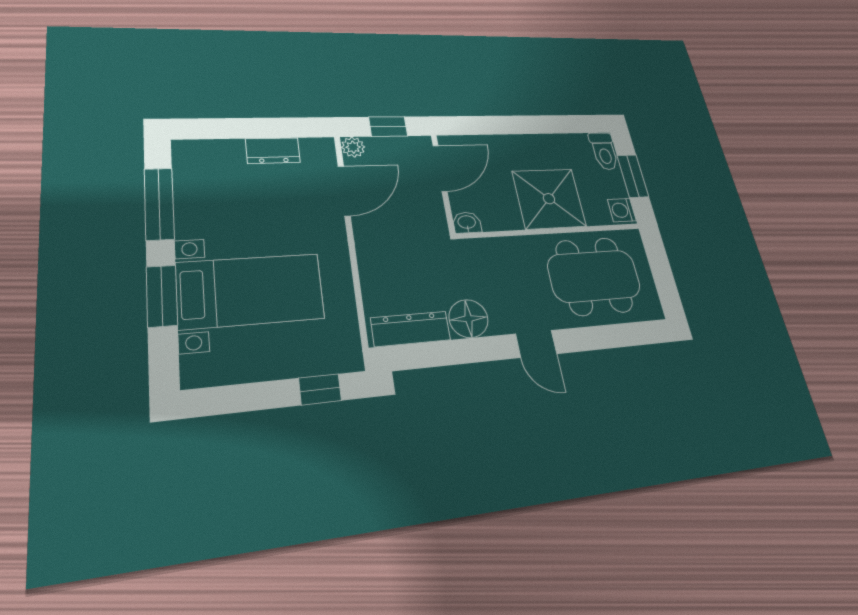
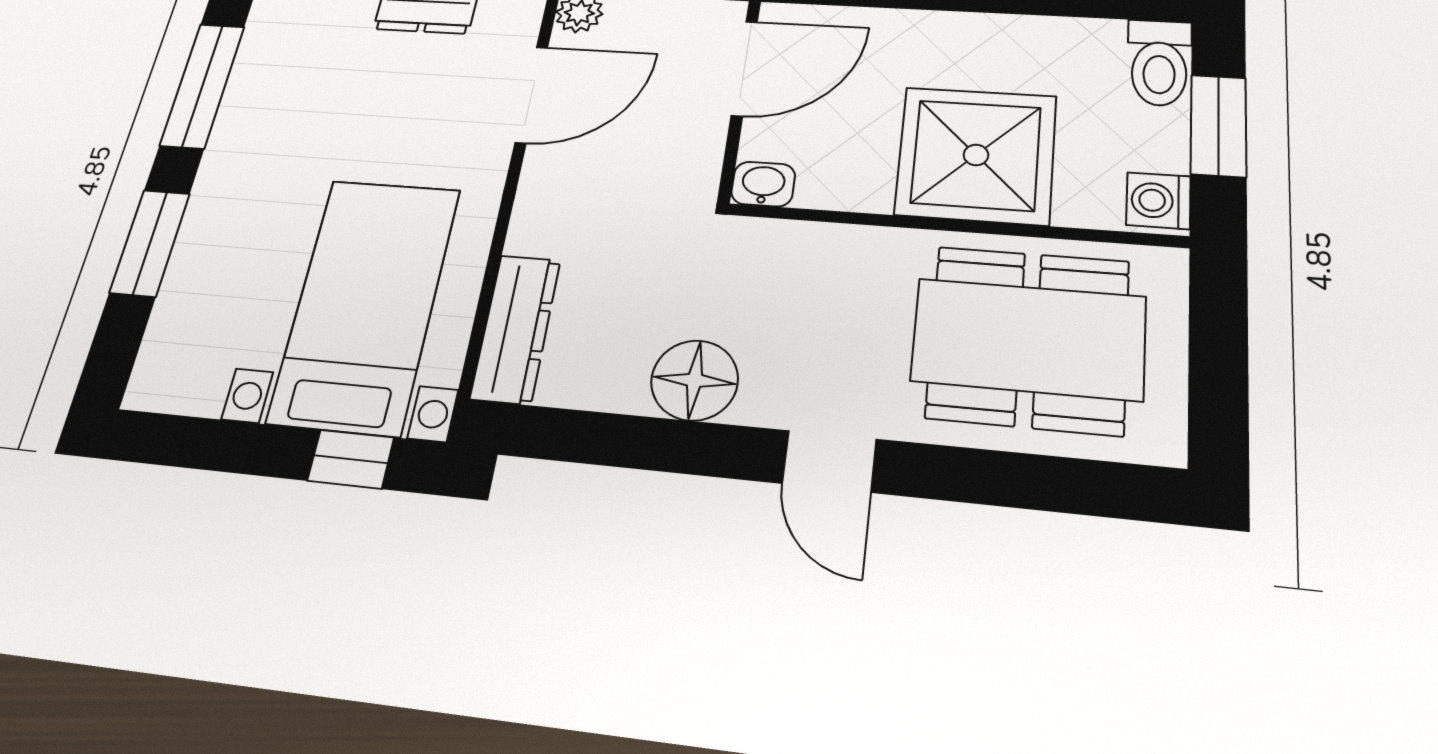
bed with nightstands: (250, 291) -> (365, 304), moved, turned -90
dresser: (411, 329) -> (516, 329), moved, turned 90

